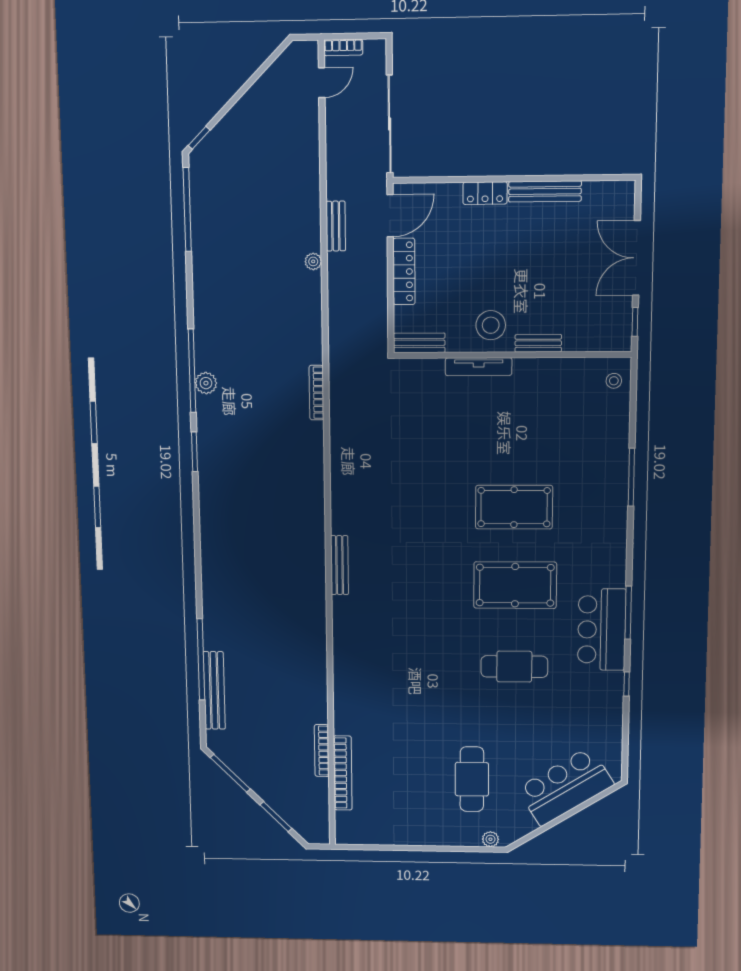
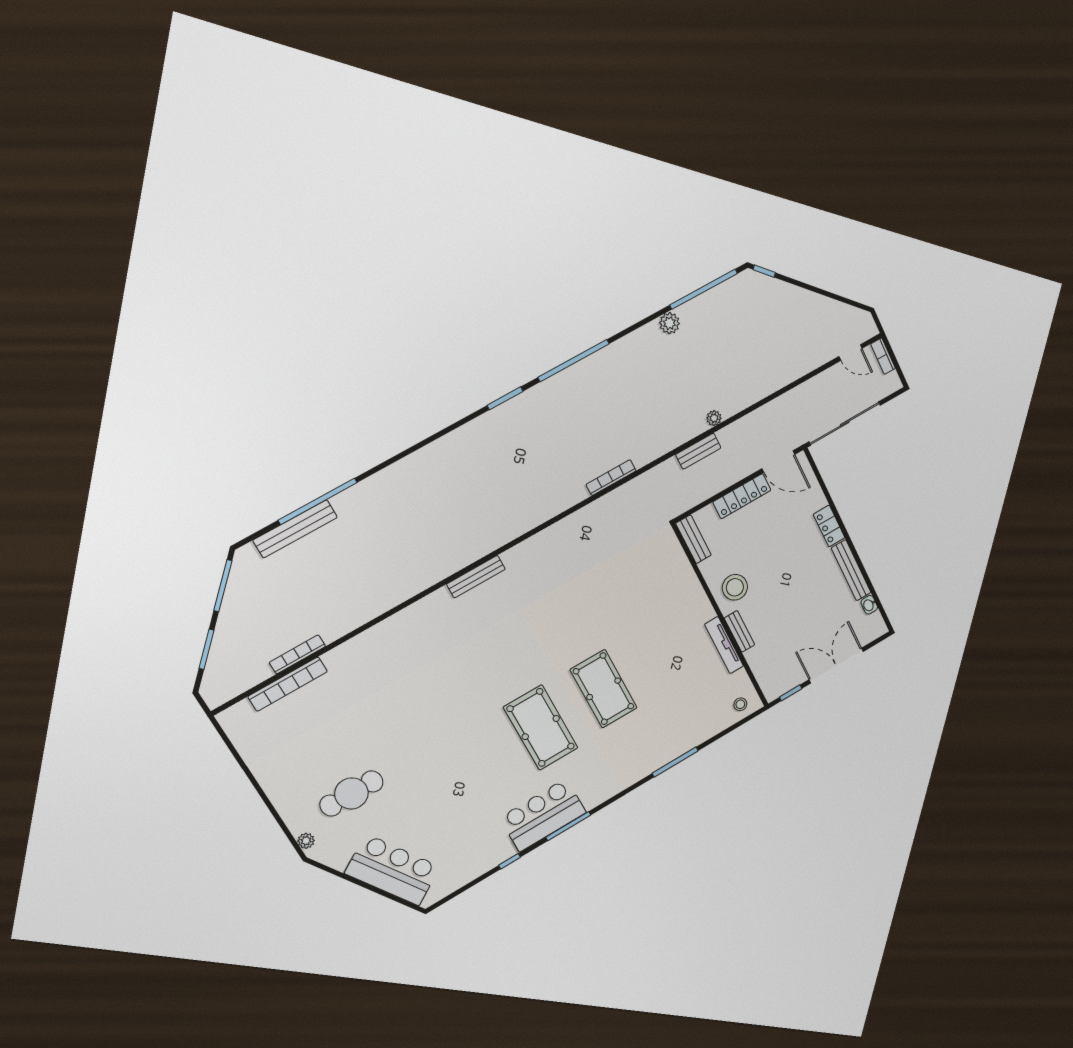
washbasin: (593, 189) -> (869, 605), added
bench: (336, 226) -> (698, 451), moved
tv unit: (479, 367) -> (724, 645), moved
plant: (206, 383) -> (669, 323), moved
cafe table: (514, 667) -> (472, 768), removed

